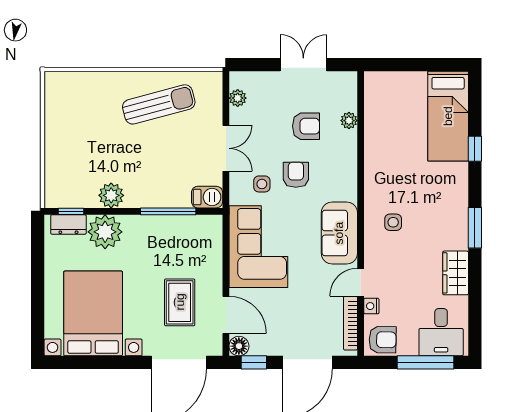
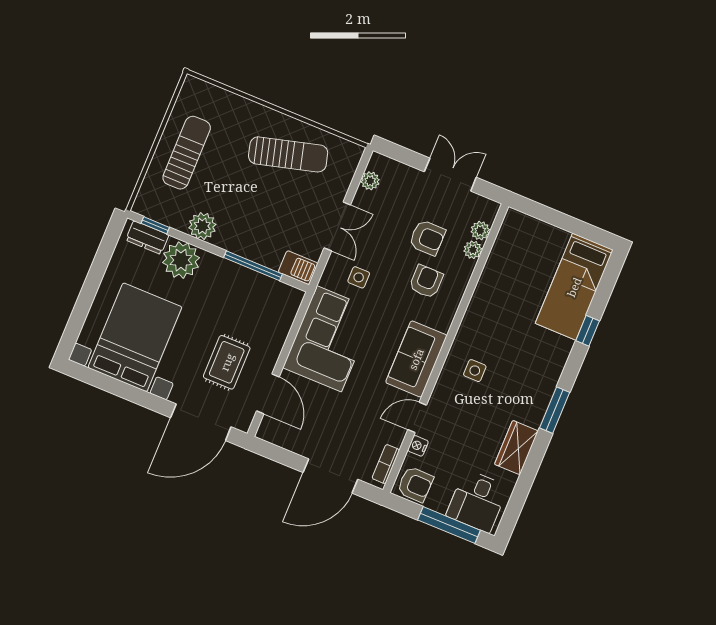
plant: (349, 102) -> (480, 231), added
sun lounger: (72, 139) -> (187, 153), added
armchair: (296, 175) -> (426, 281), moved
bookcase: (350, 323) -> (386, 464), width x0.64
floor lamp: (239, 346) -> (268, 431), removed
window: (254, 362) -> (276, 454), removed

